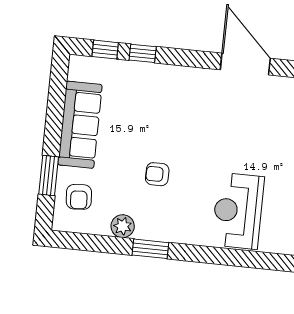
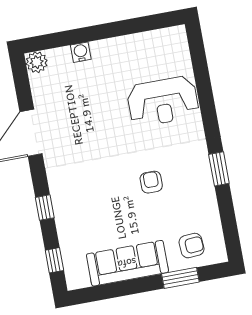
window: (143, 53) -> (45, 208), moved
armchair: (157, 174) -> (151, 182), turned 180
plant: (123, 226) -> (206, 199), removed

